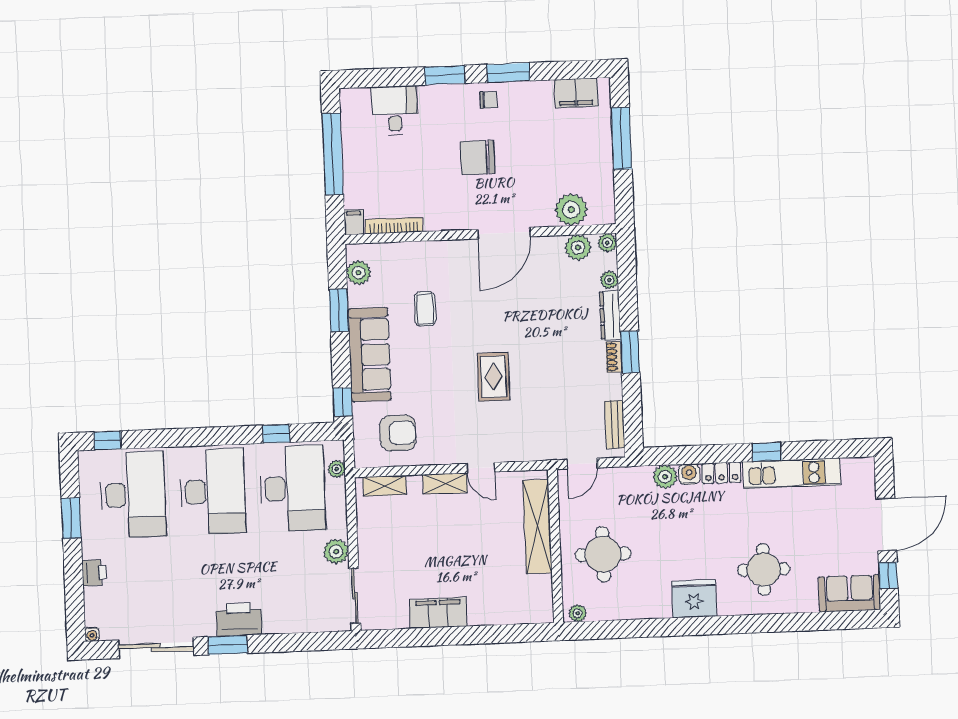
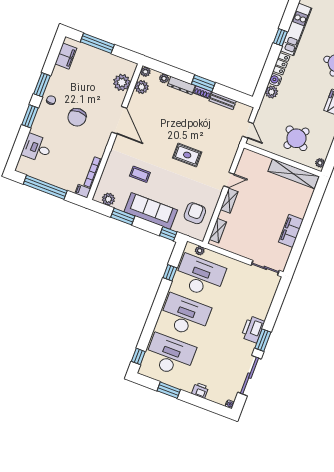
bench: (615, 424) -> (223, 101), moved
shelving: (537, 526) -> (294, 174), moved
plant: (336, 552) -> (240, 268), removed
round table: (603, 554) -> (296, 138), turned 32

